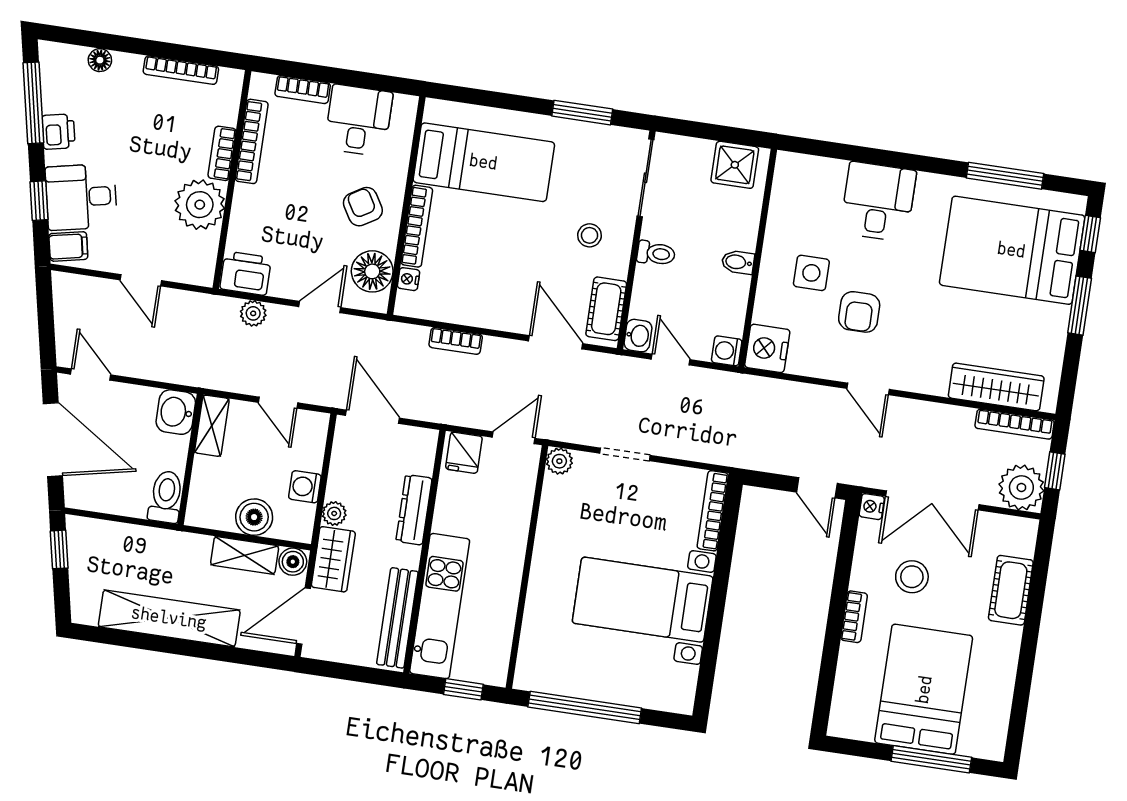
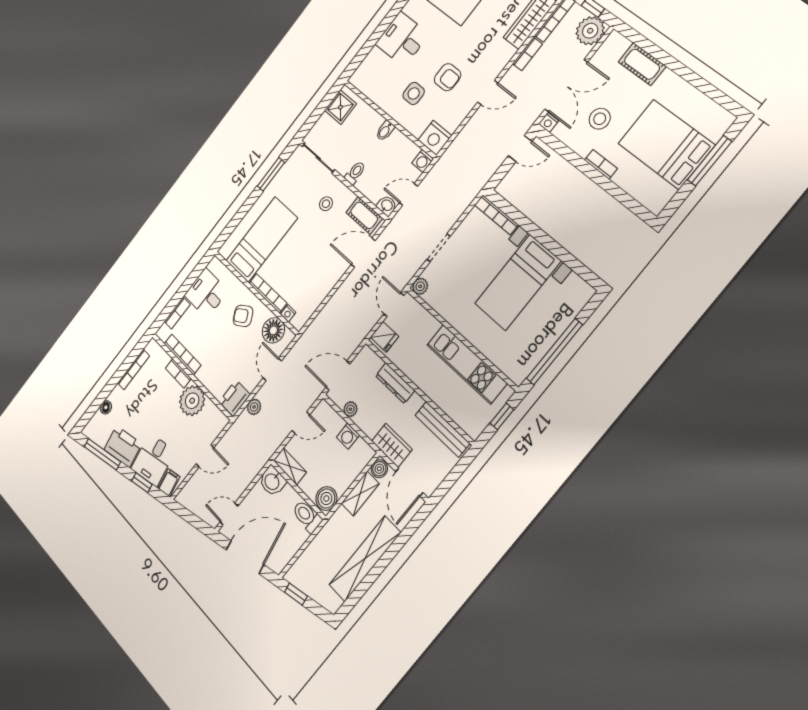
printer: (59, 132) -> (123, 447), width x1.87, depth x1.48
bookcase: (456, 341) -> (527, 54), moved
plant: (334, 513) -> (350, 409), moved
boiler: (254, 517) -> (326, 498), moved
kitchen unit: (440, 606) -> (467, 364), moved, turned 180

